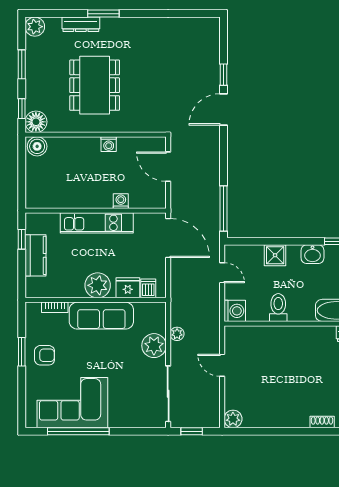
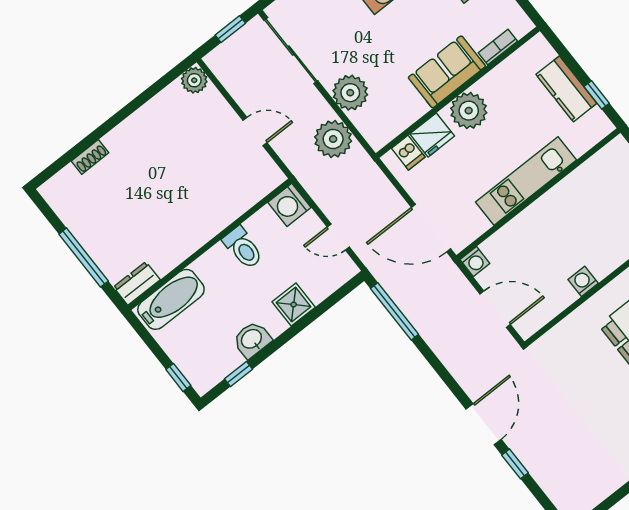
washing machine: (121, 201) -> (475, 262), moved
sofa: (101, 316) -> (447, 72), width x0.73
plant: (177, 334) -> (333, 139), width x1.87, depth x1.87

